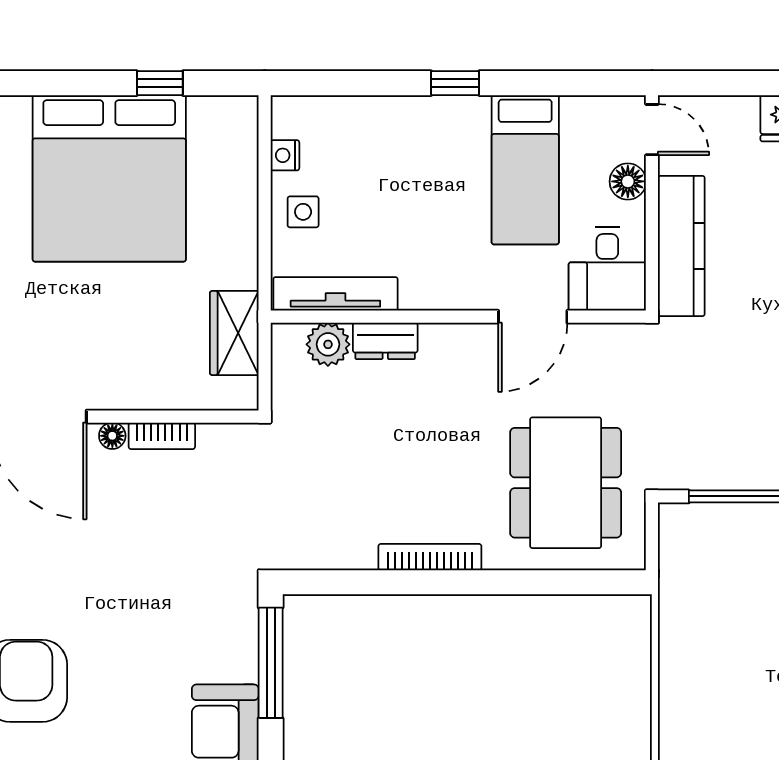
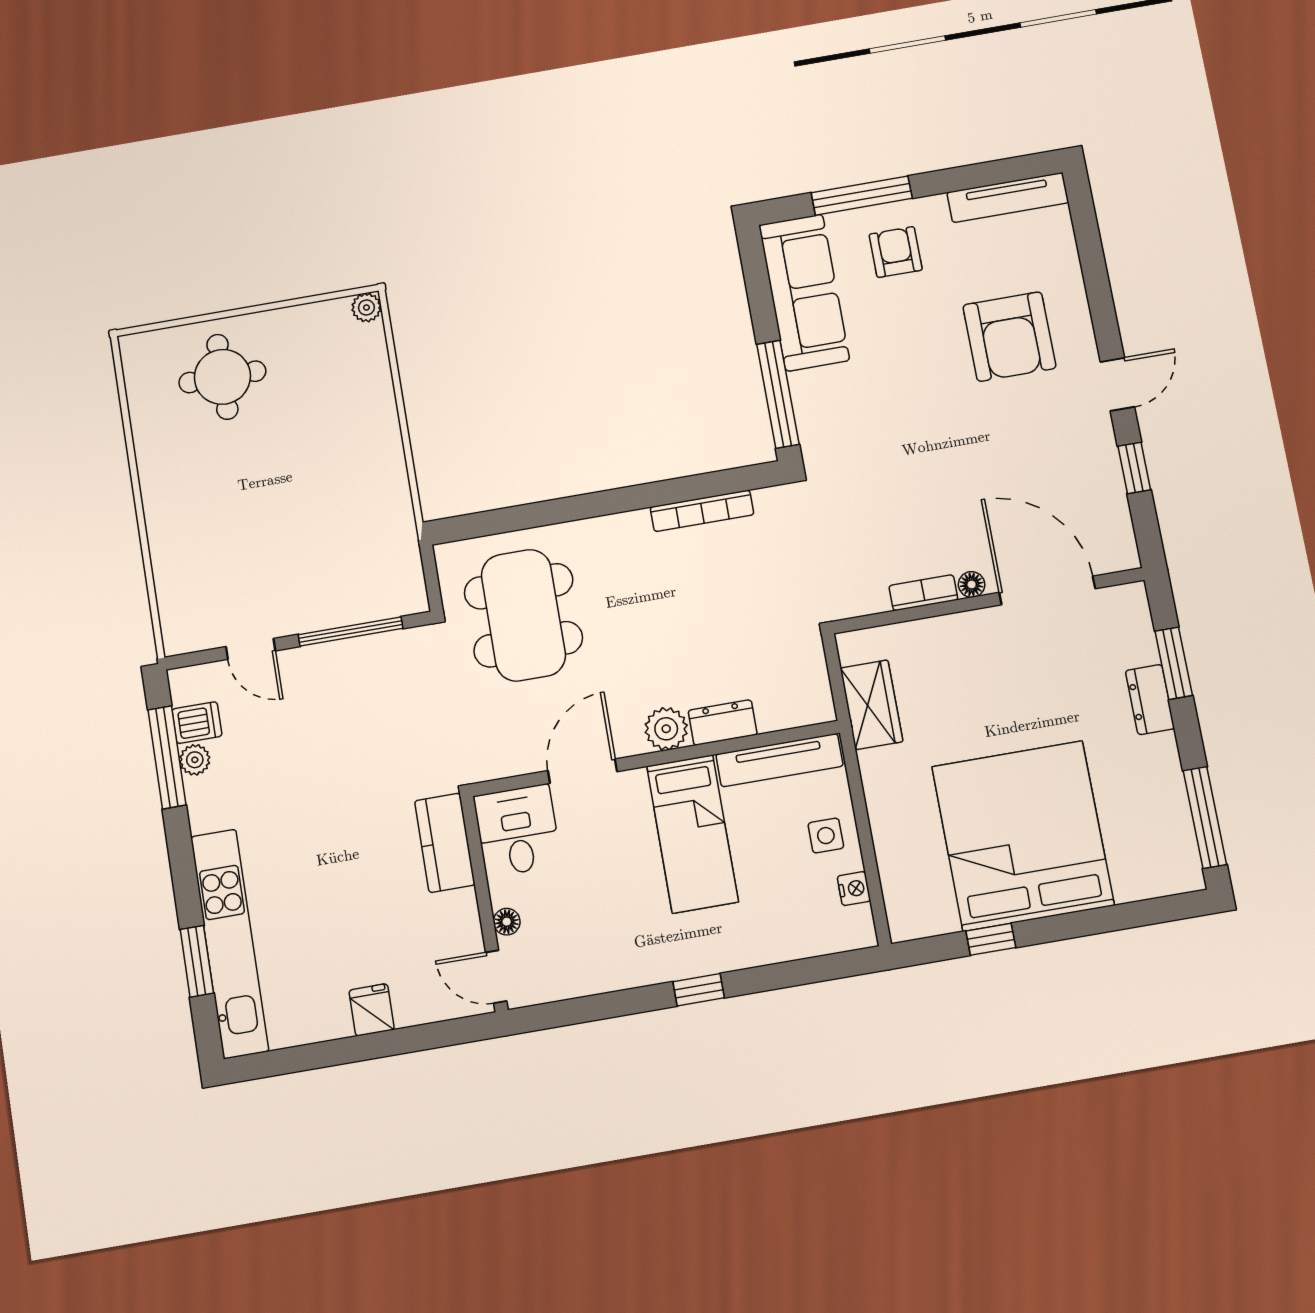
bed: (525, 170) -> (692, 834), moved, turned 180
floor lamp: (628, 181) -> (507, 922), width x0.73, depth x0.73
kitchen counter: (681, 246) -> (445, 843), width x0.67
plant: (328, 344) -> (666, 729), moved
bookcase: (430, 557) -> (702, 511), moved

